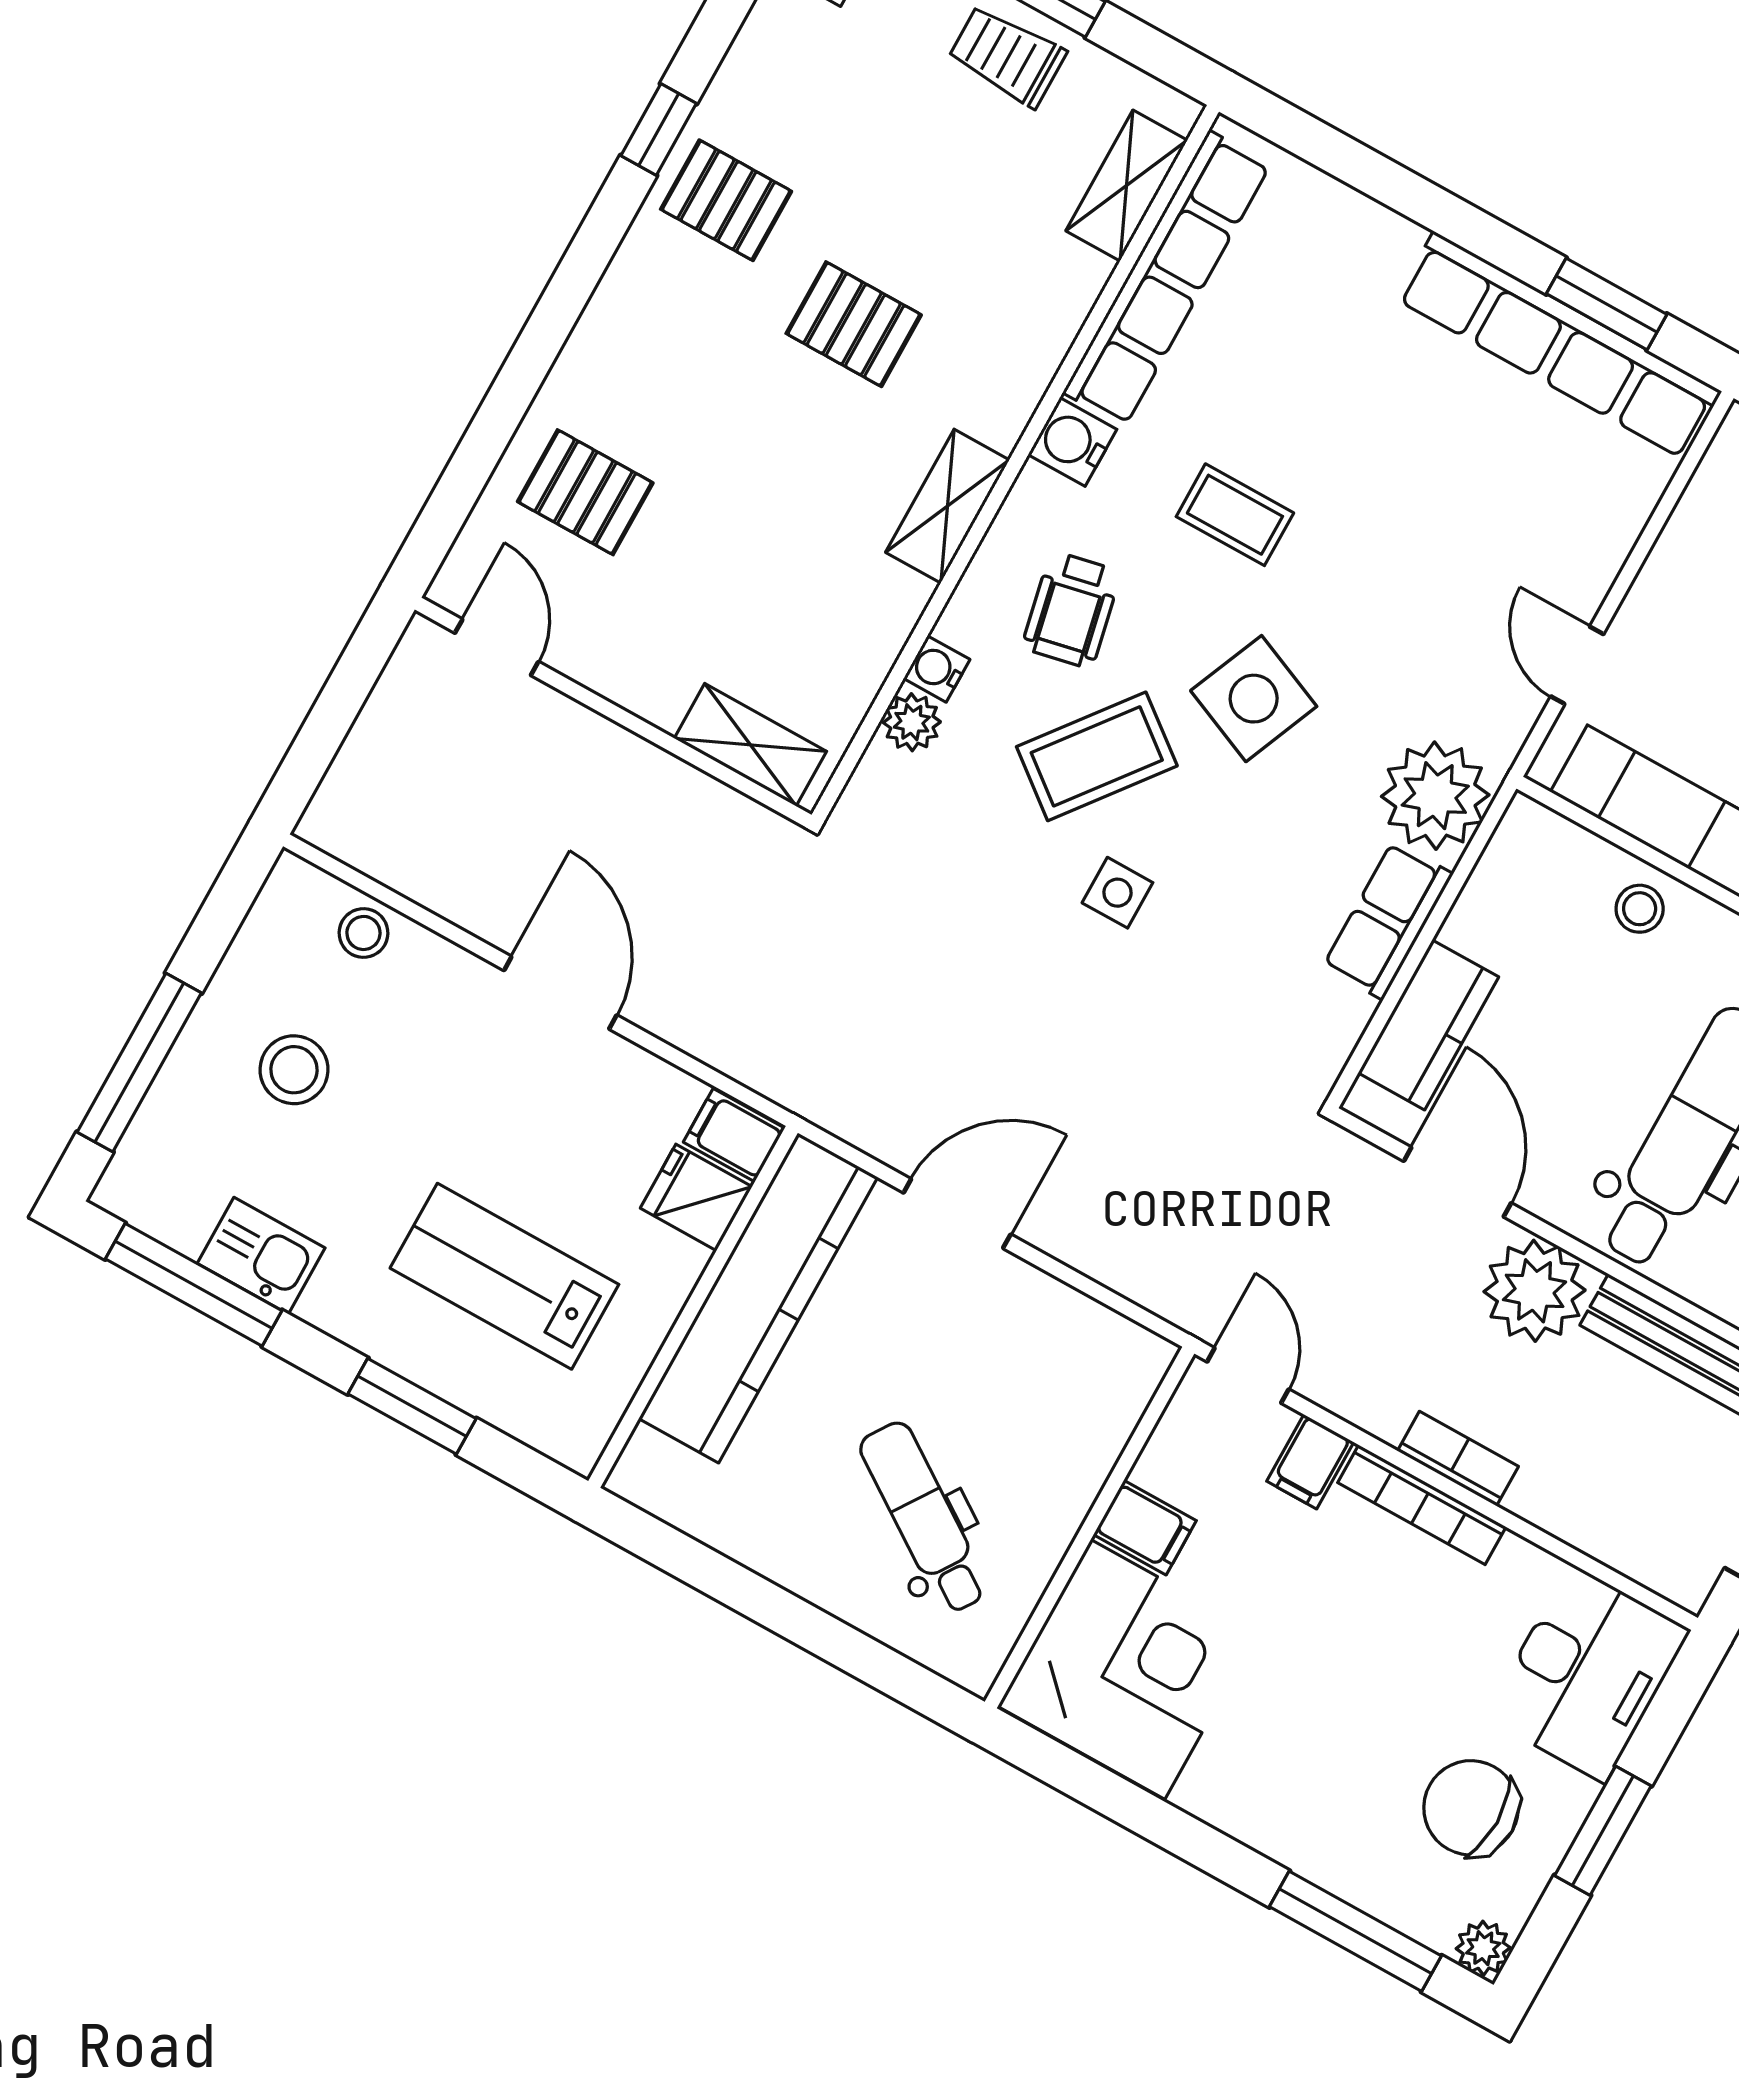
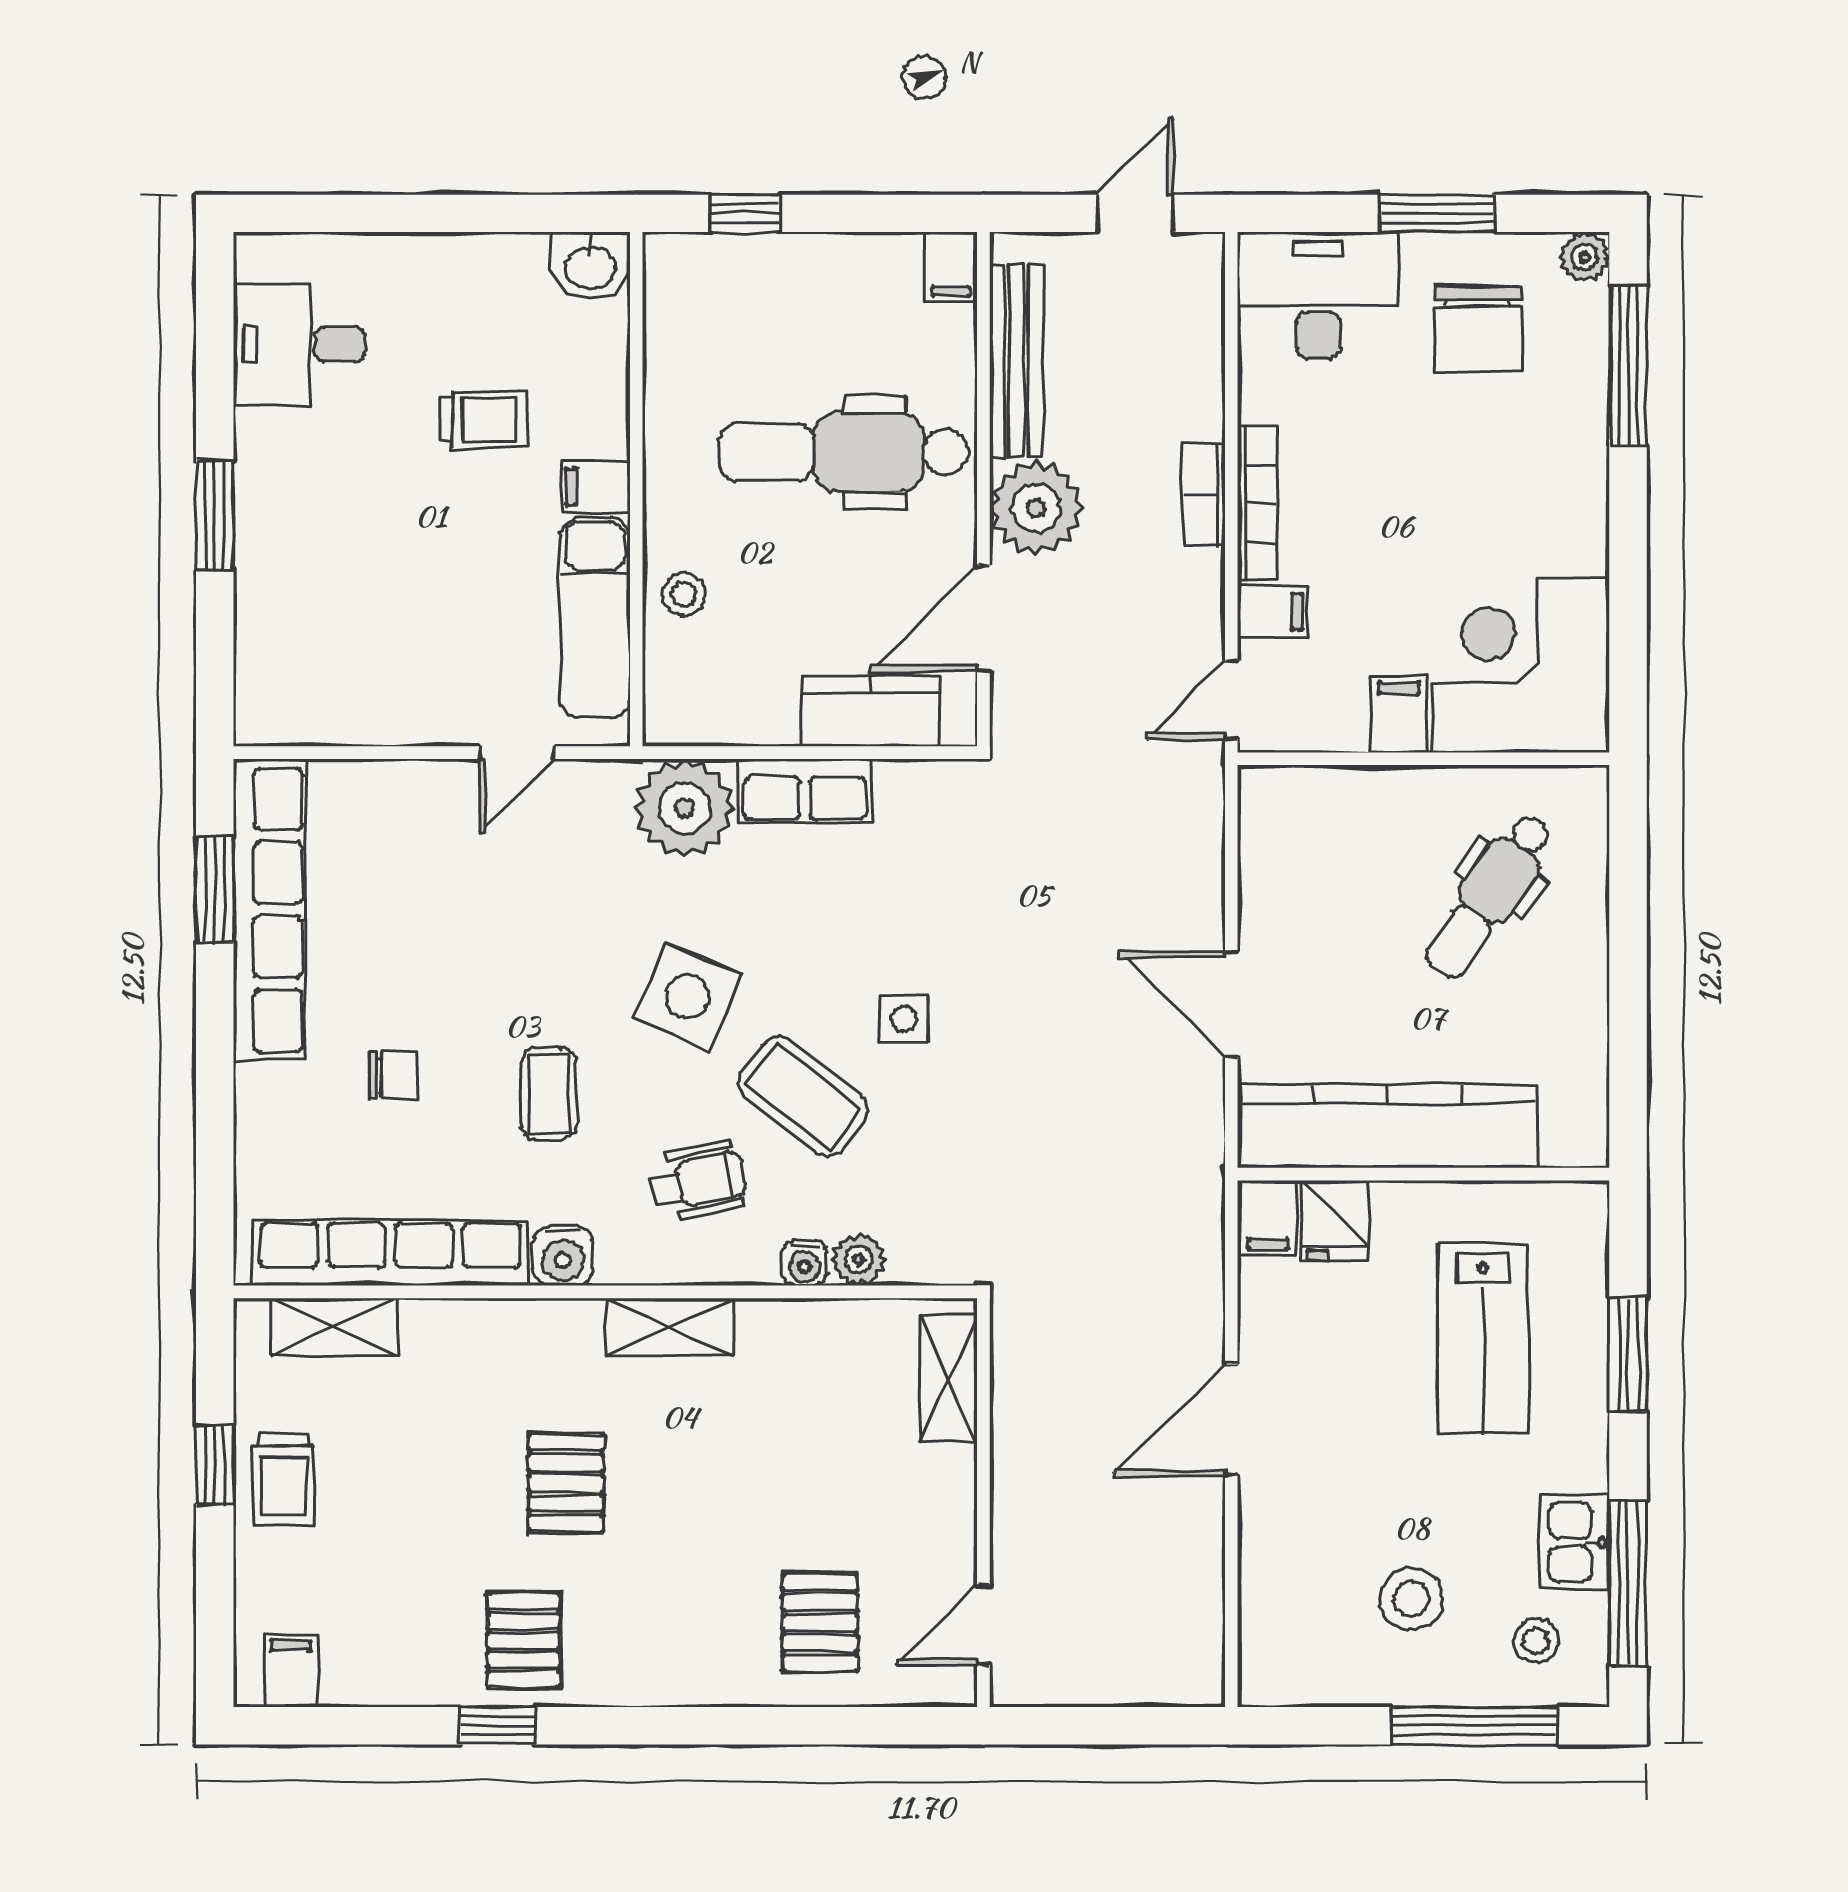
chair: (1335, 376) -> (394, 1075), added
stool: (363, 933) -> (1536, 1641), moved

